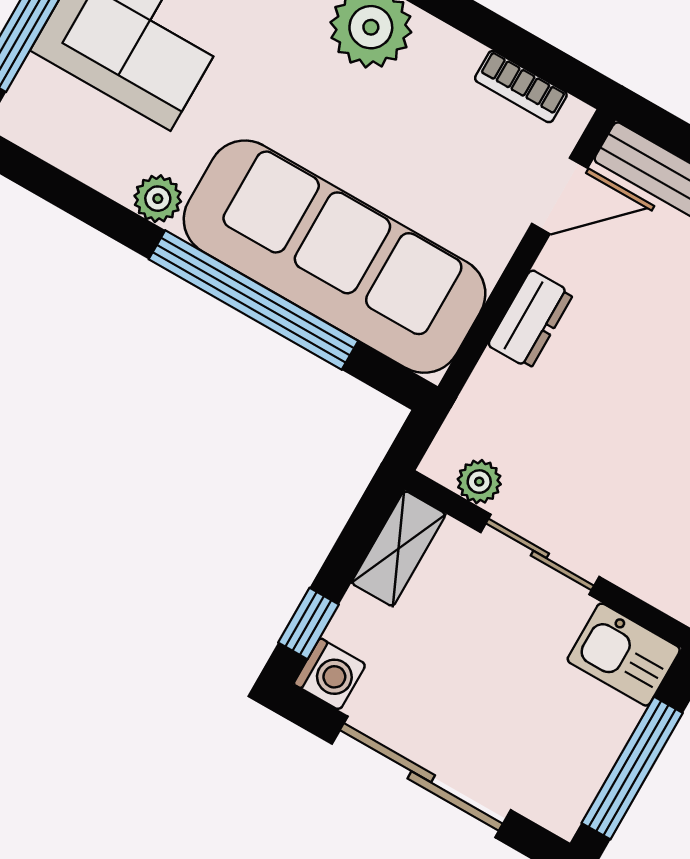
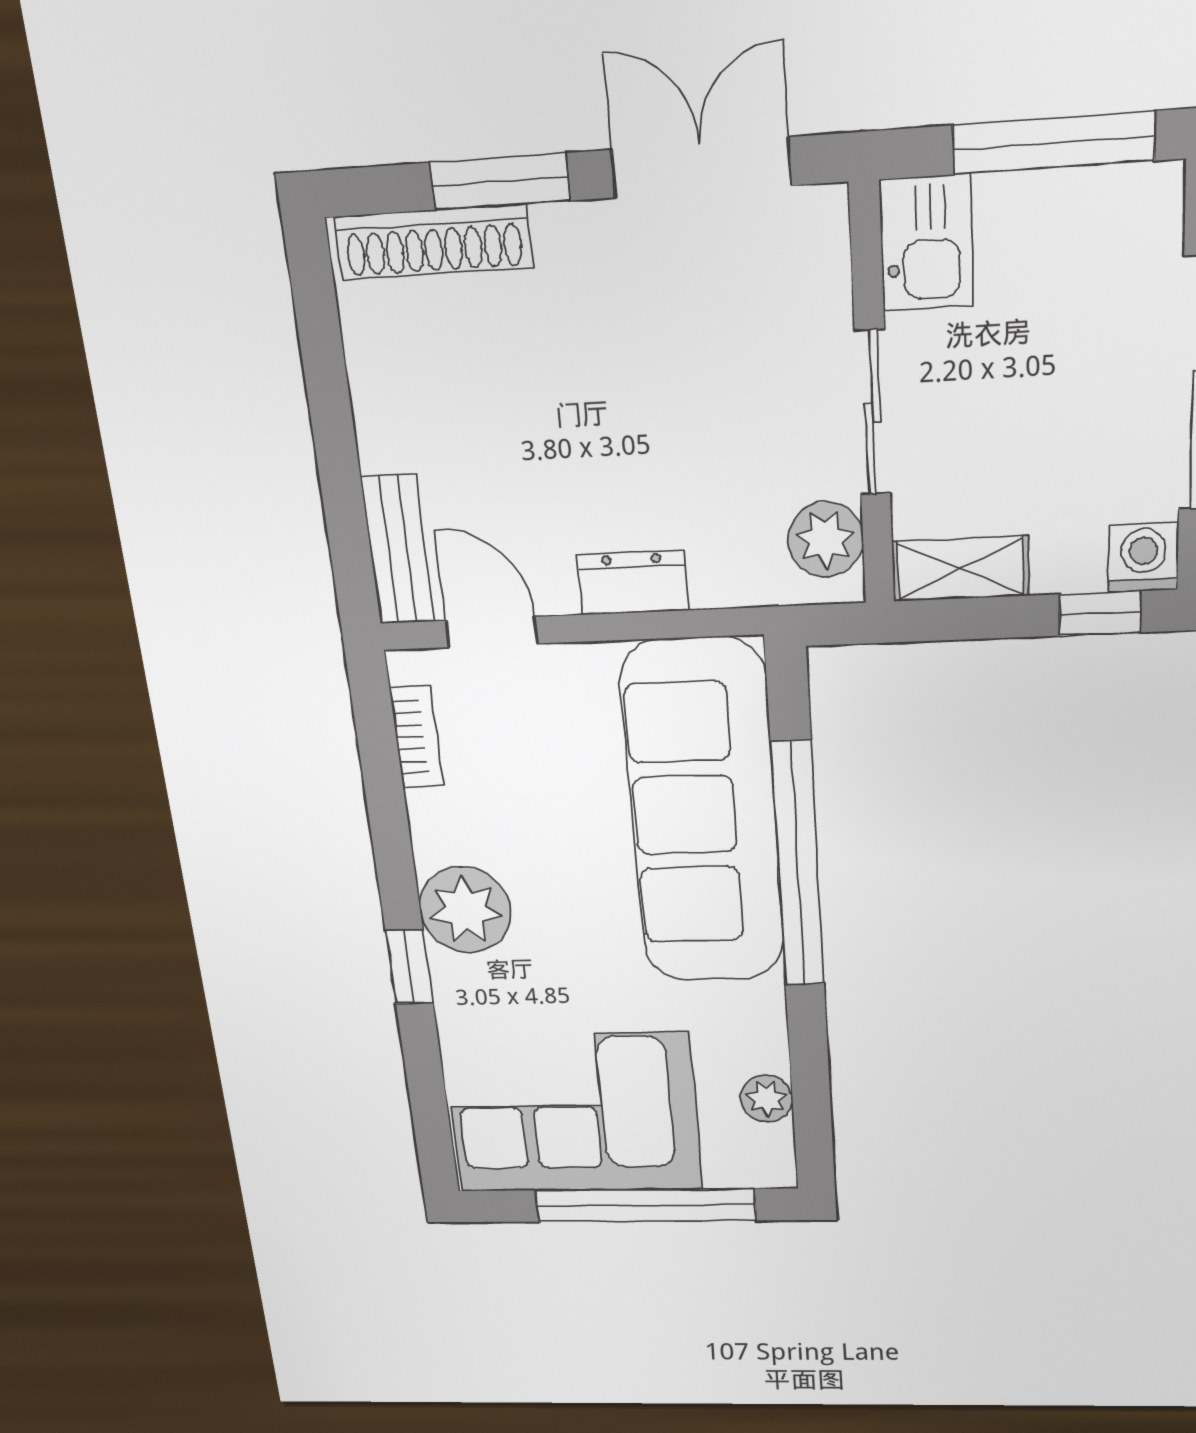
plant: (158, 199) -> (766, 1099), moved
plant: (479, 482) -> (826, 540), width x1.38, depth x1.38

